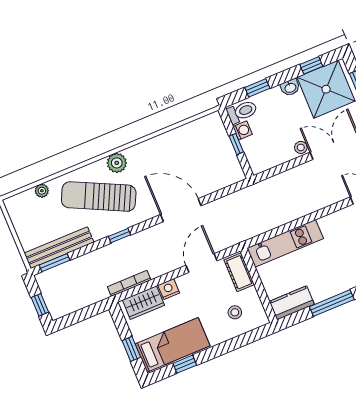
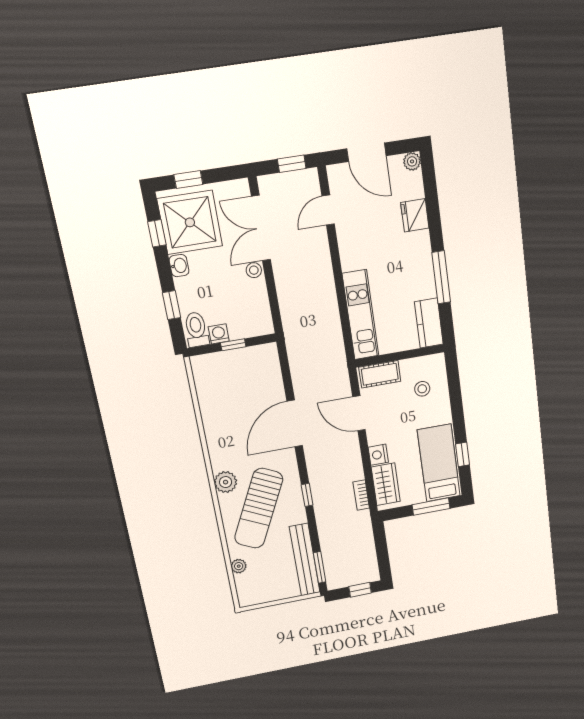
bookcase: (129, 283) -> (361, 495), width x0.64
window: (131, 349) -> (431, 507), width x1.50

